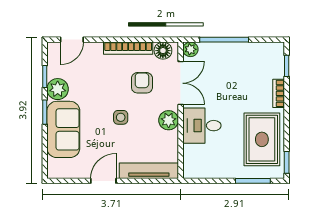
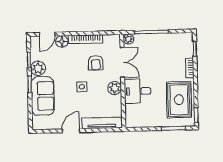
floor lamp: (163, 51) -> (62, 41), moved
armchair: (142, 83) -> (96, 63), turned 180

